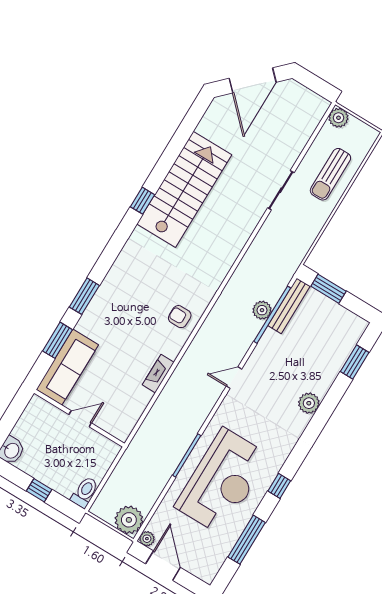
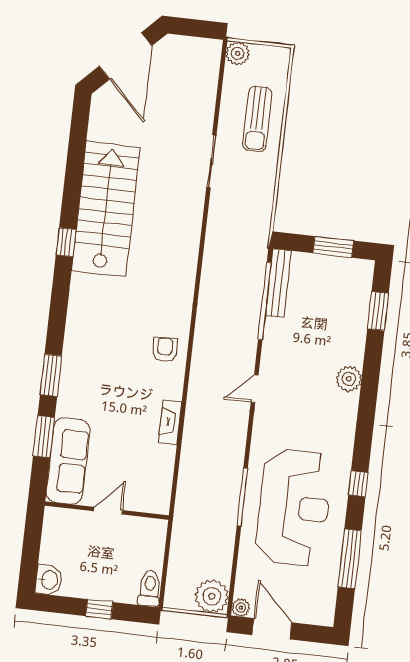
window: (328, 289) -> (333, 247), moved
plant: (262, 310) -> (251, 301), removed
armchair: (180, 317) -> (165, 350), turned 88

